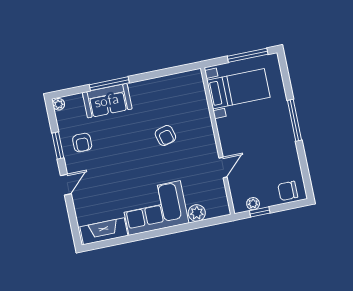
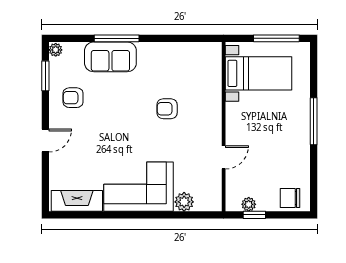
armchair: (165, 135) -> (167, 109), turned 105
armchair: (82, 143) -> (73, 98), turned 90
window: (58, 146) -> (45, 76), moved

